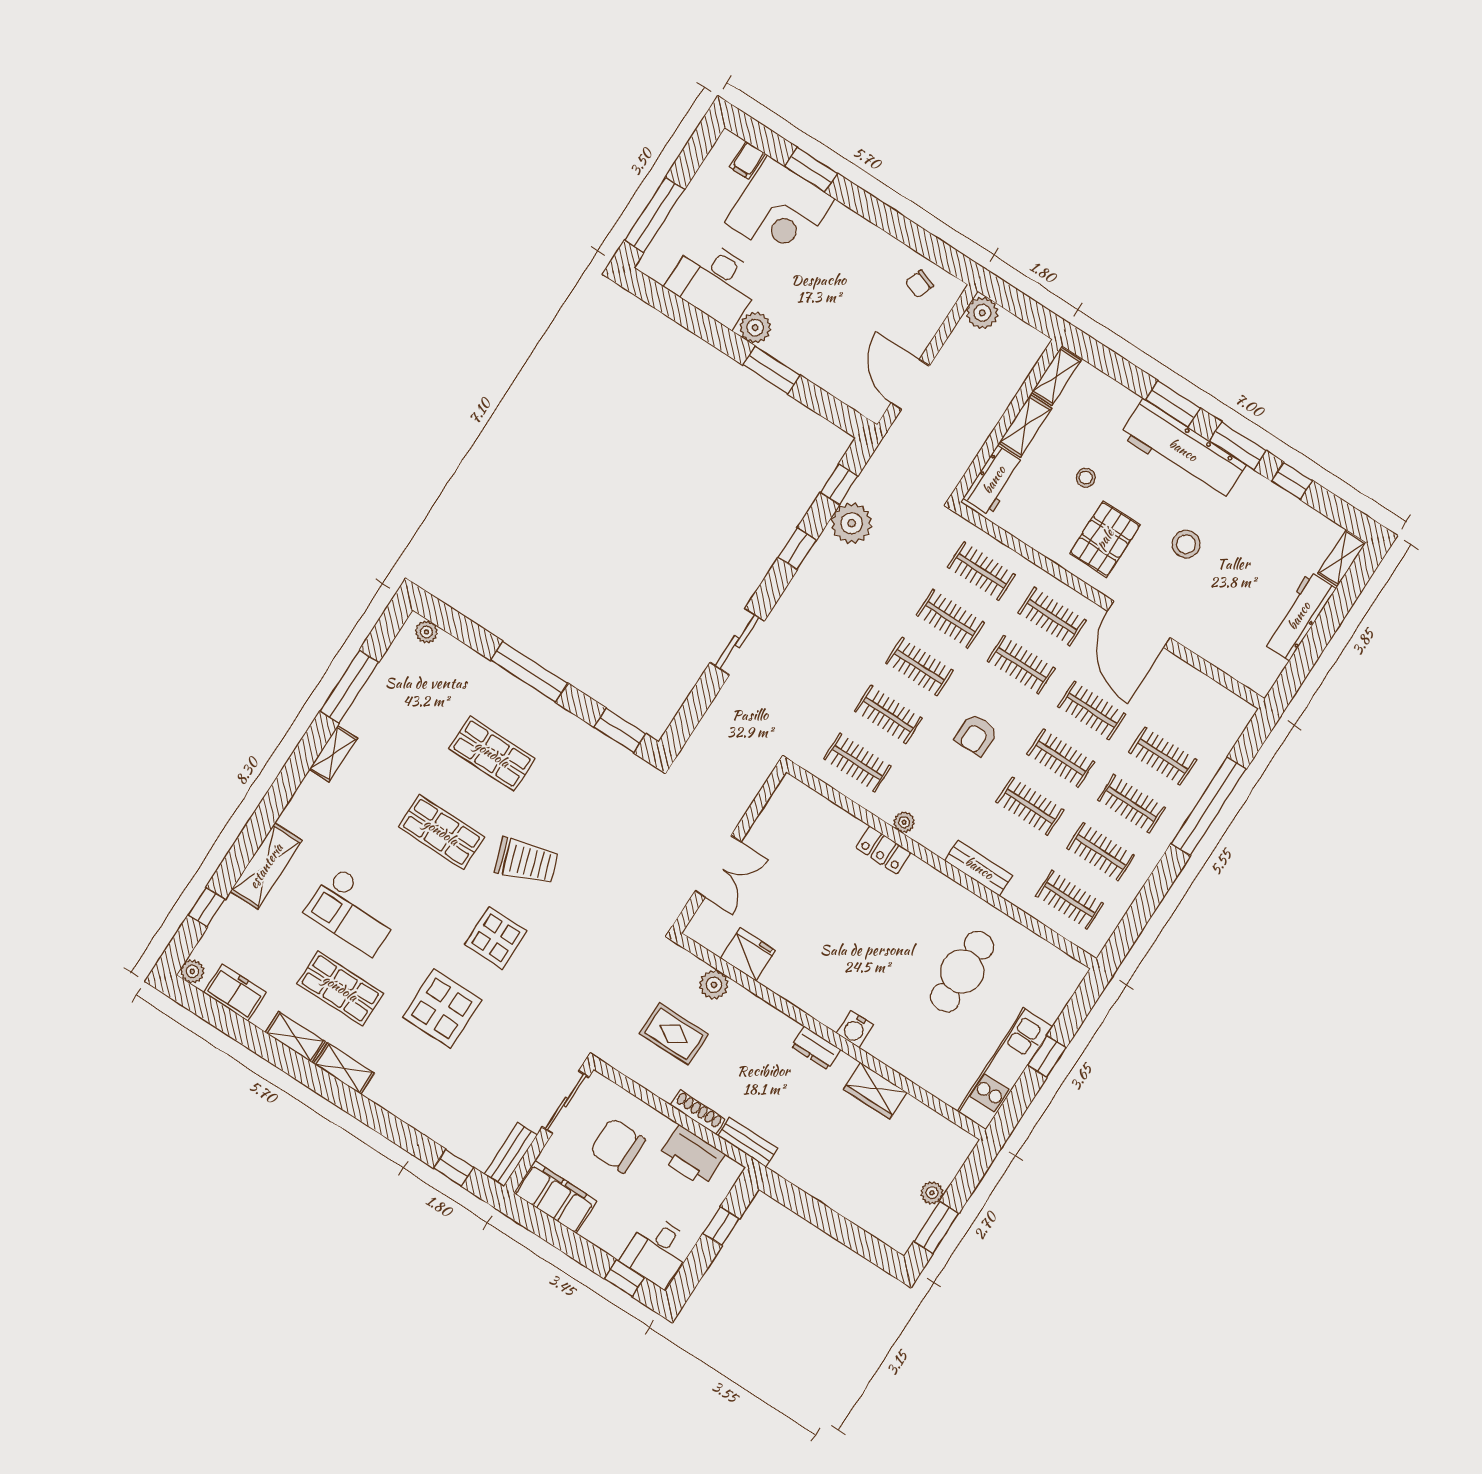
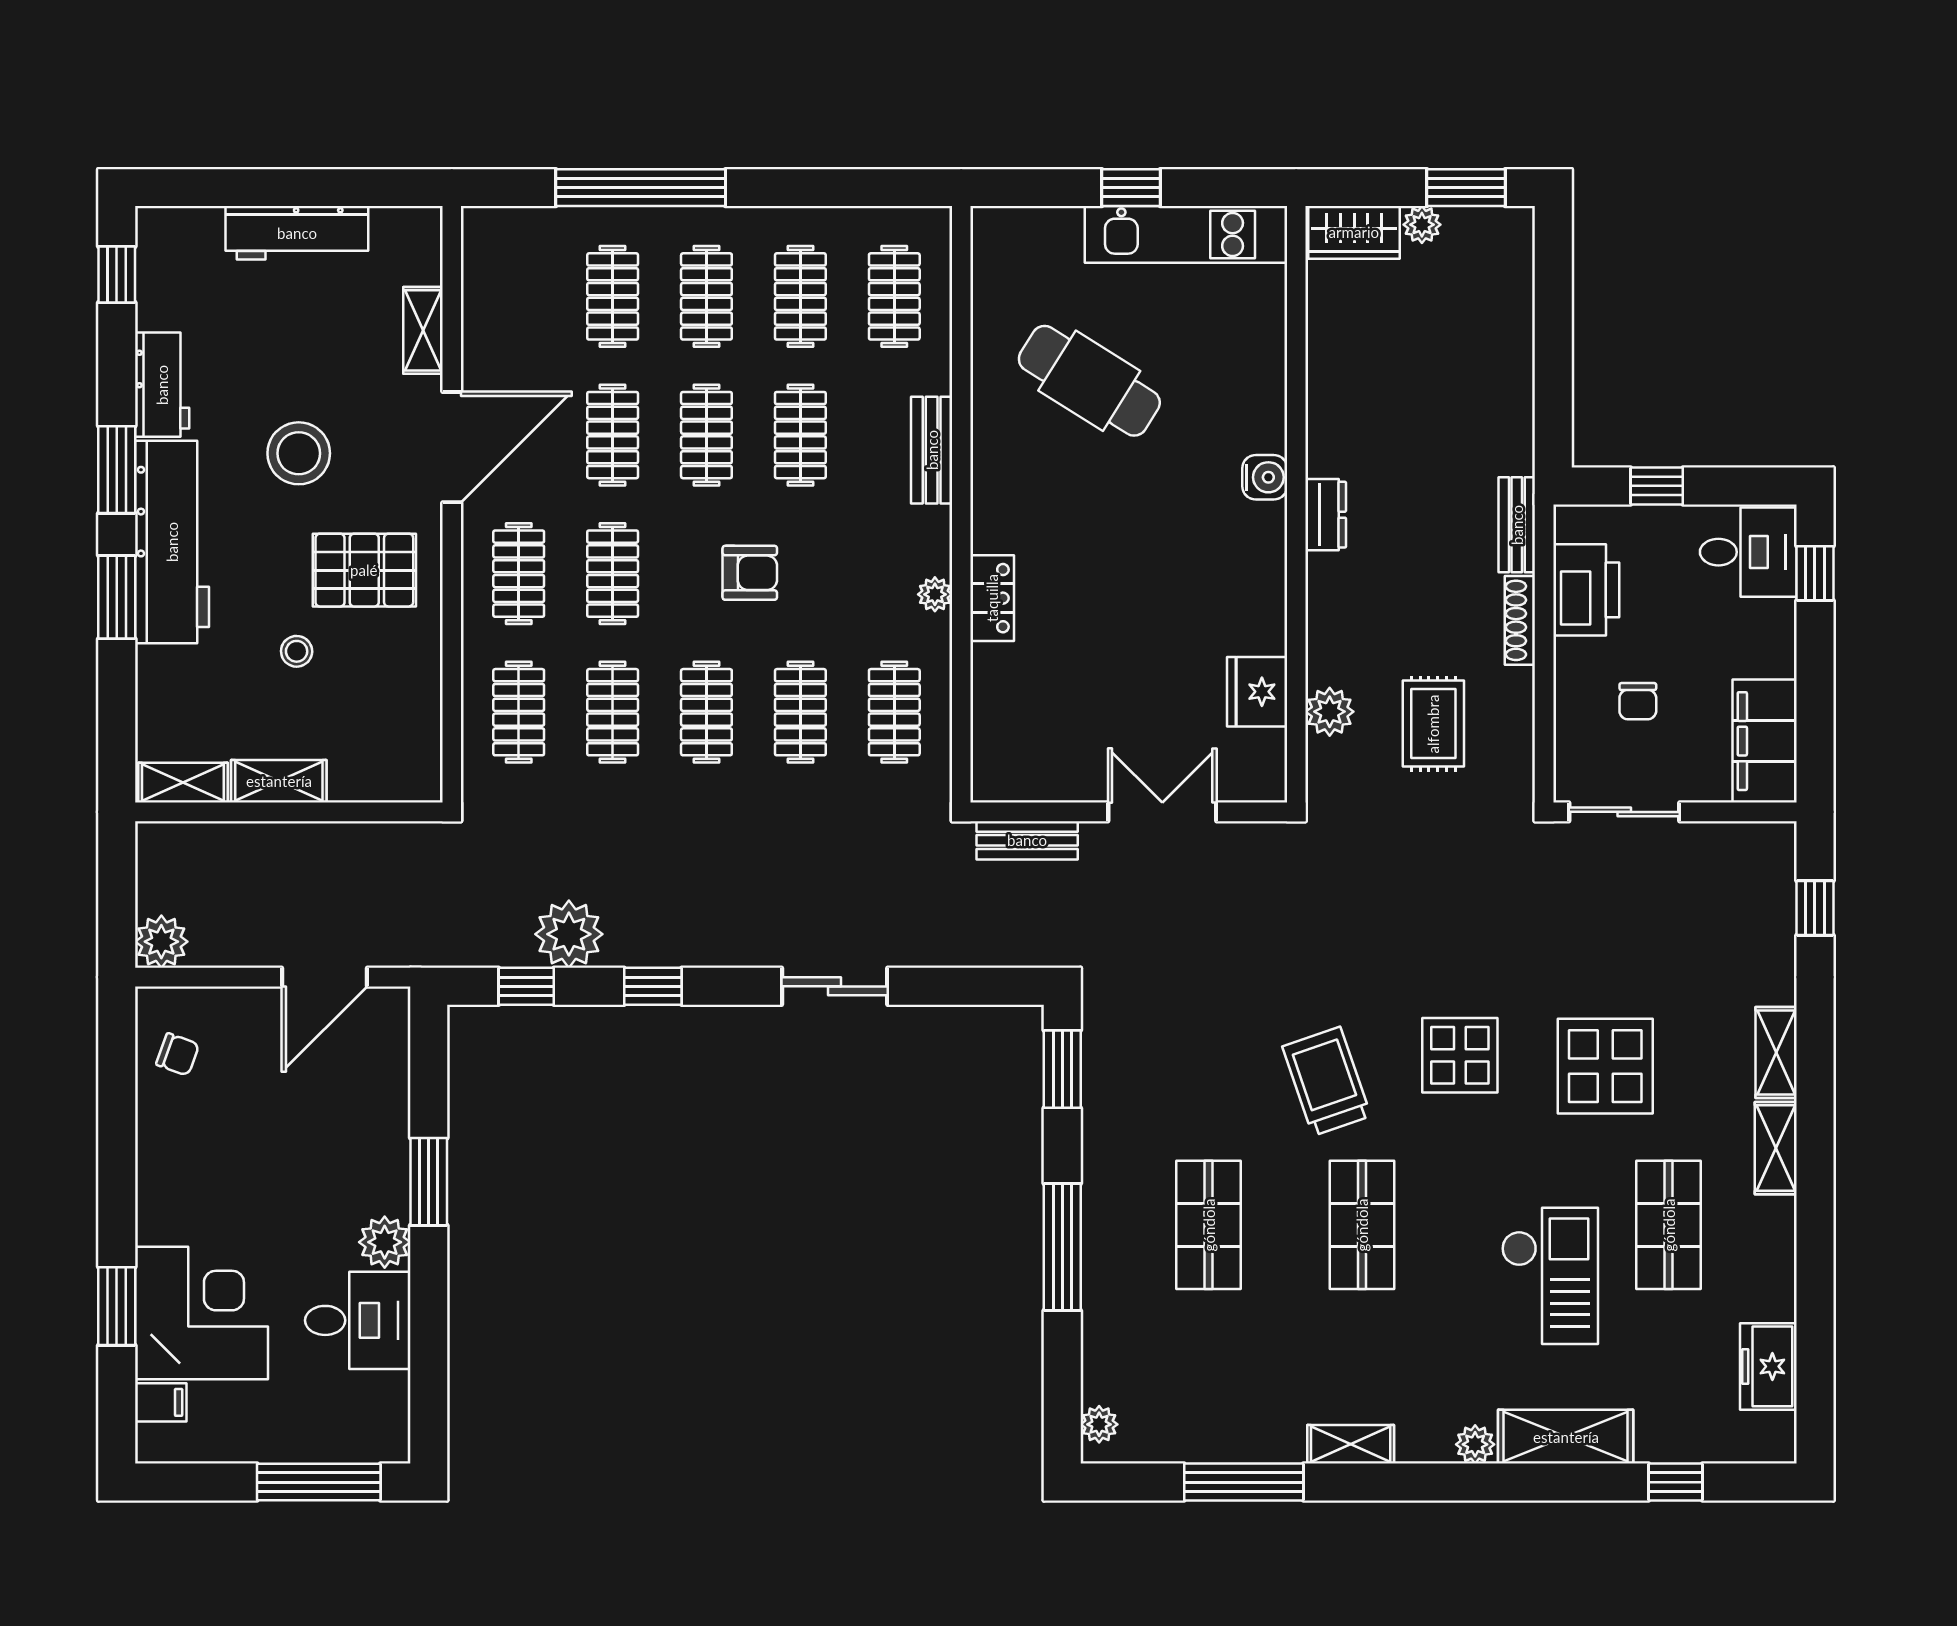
desk: (715, 282) -> (358, 1320), width x0.73
workbench: (994, 480) -> (162, 385), moved, turned 90
window: (1292, 481) -> (117, 275), moved
stool: (1186, 544) -> (299, 453), width x1.38, depth x1.38
shelving: (1342, 558) -> (423, 330), moved, turned 90
plant: (192, 971) -> (1475, 1444), moved
cafe table: (962, 971) -> (1089, 381), turned 32
shelving: (295, 1037) -> (1776, 1052), moved
wardrobe: (875, 1091) -> (1354, 232), moved, turned 90
chair: (618, 1146) -> (1638, 701), width x0.54, depth x0.54
bench: (511, 1154) -> (1027, 840), moved

